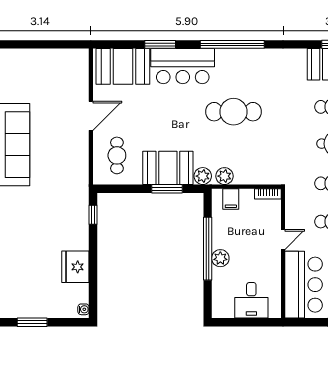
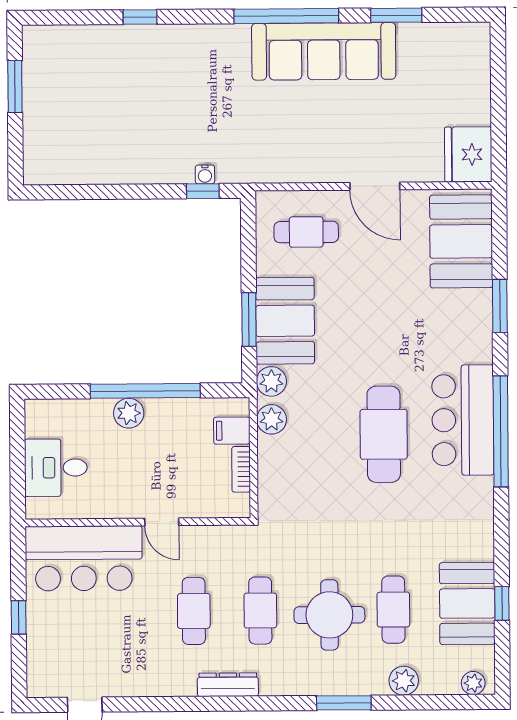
bar counter: (183, 66) -> (463, 420), moved
bookcase: (268, 194) -> (241, 469), moved
fridge: (75, 267) -> (468, 154), moved, turned -90
water cooler: (83, 309) -> (205, 174), moved

